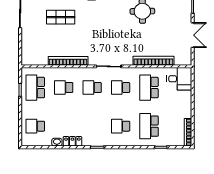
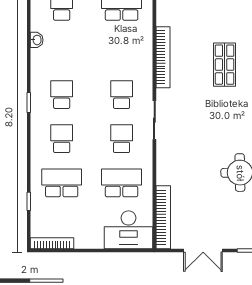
shop shelf: (61, 17) -> (225, 65), moved
bookcase: (153, 61) -> (163, 217), moved
desk: (179, 79) -> (128, 230), width x1.37
school desk: (64, 88) -> (62, 95), moved
locker: (72, 141) -> (38, 64), removed

